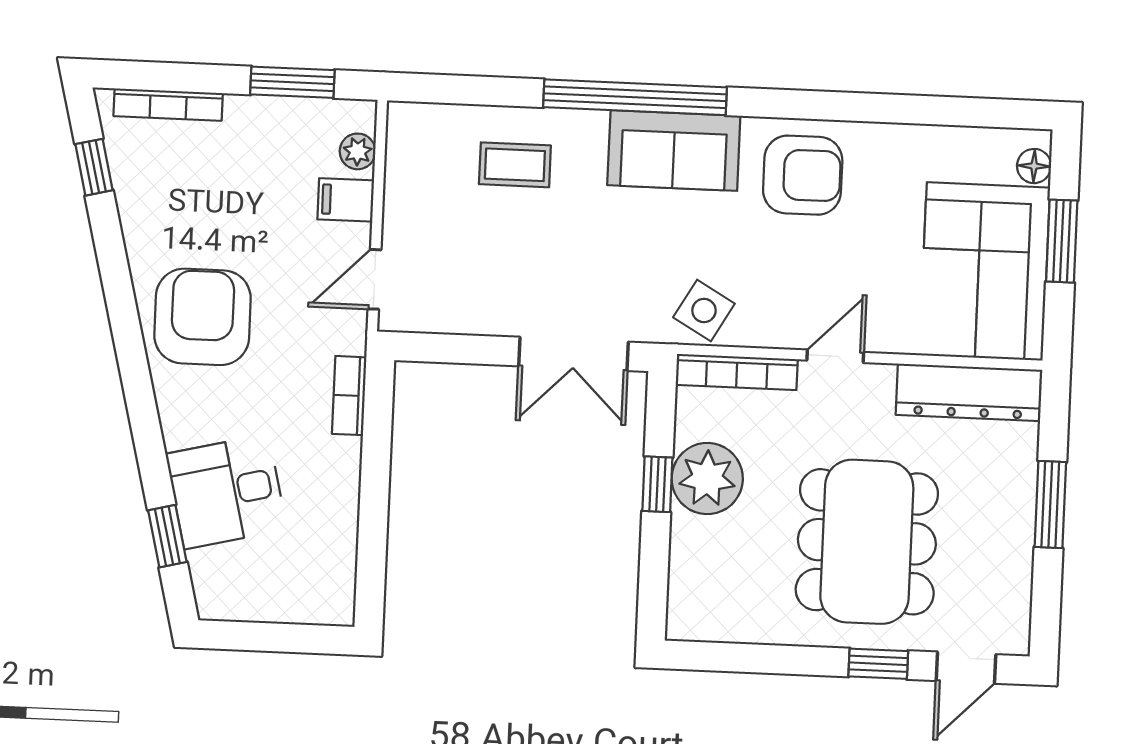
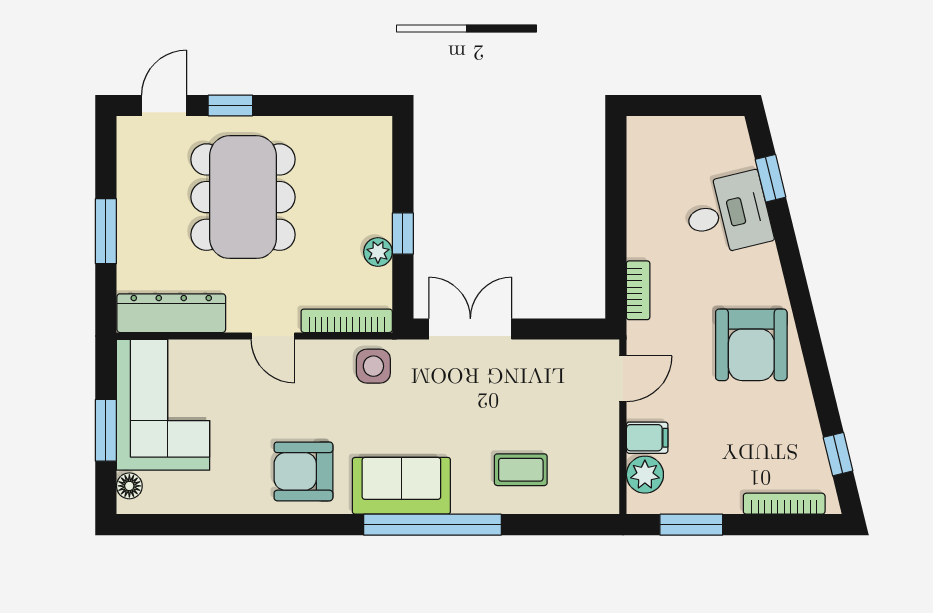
plant: (358, 151) -> (645, 475), width x1.38, depth x1.38
side table: (704, 311) -> (373, 366), turned -30
door: (835, 356) -> (273, 336), hinge flipped
plant: (707, 479) -> (378, 252), width x0.53, depth x0.53

